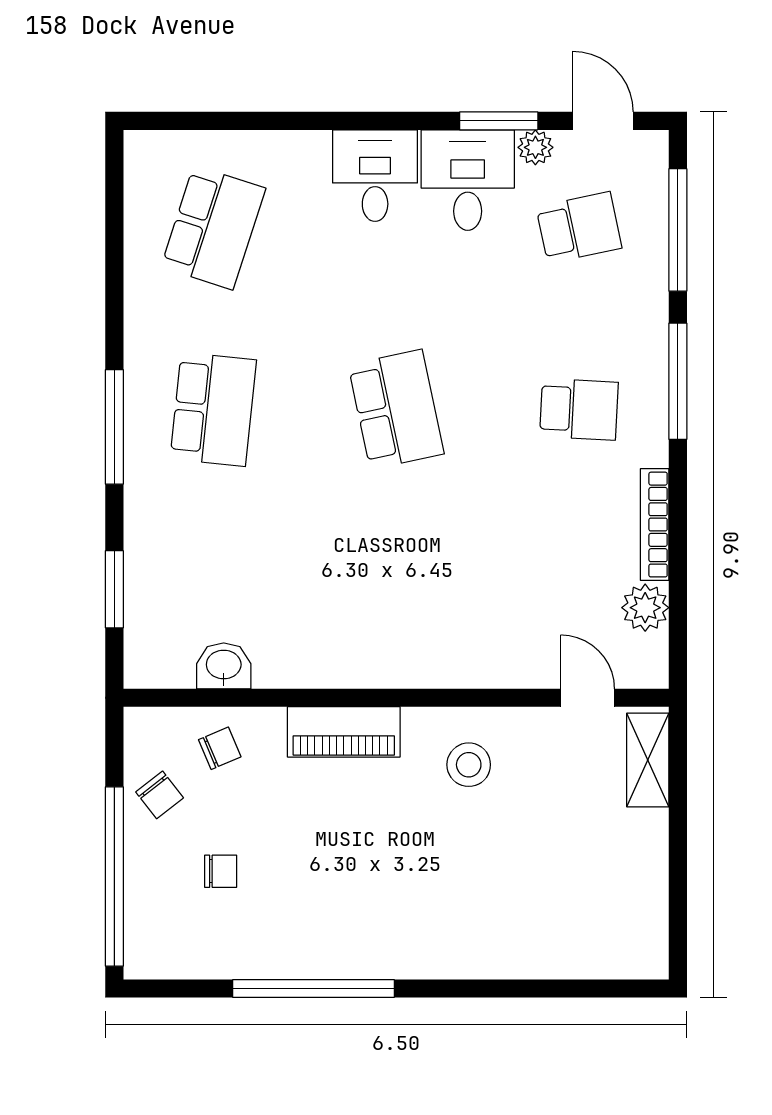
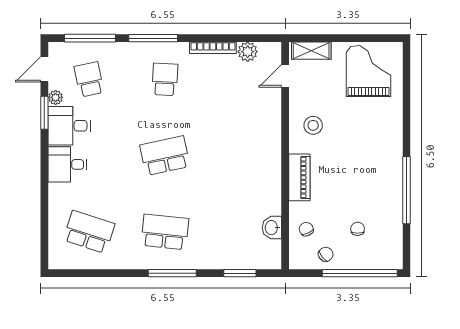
grand piano: (599, 897) -> (368, 71), added

